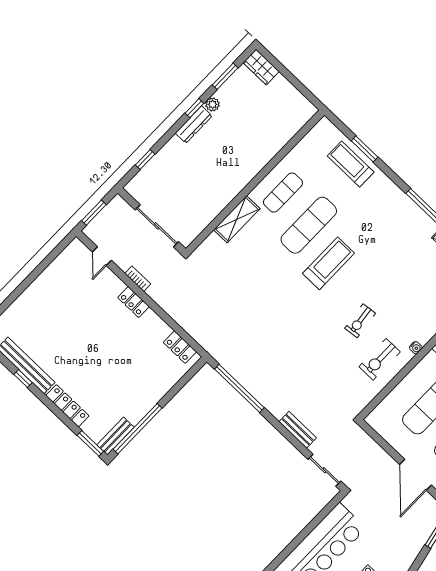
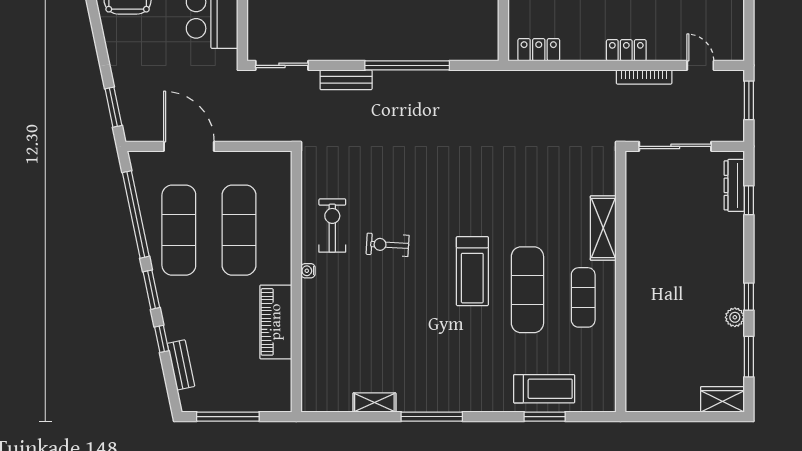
dresser: (194, 125) -> (734, 185), moved
bookcase: (138, 279) -> (644, 77), width x1.56
exercise bike: (360, 321) -> (388, 245), turned -80
window: (239, 388) -> (407, 65), moved

